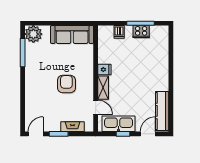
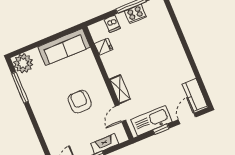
fridge: (104, 70) -> (104, 47), moved
door: (96, 107) -> (121, 113), swing flipped
kitchen counter: (162, 111) -> (195, 95), width x0.67

